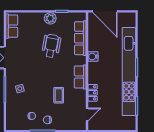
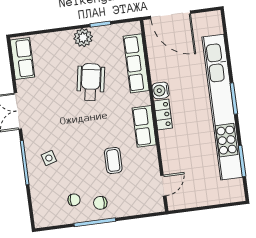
locker: (93, 93) -> (163, 114), moved

